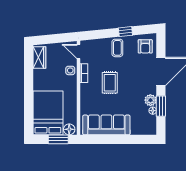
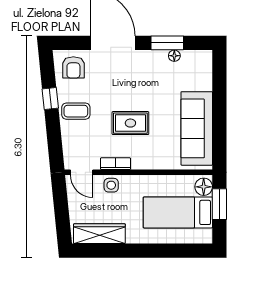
armchair: (145, 46) -> (73, 67), turned 90
door: (78, 52) -> (82, 172), hinge flipped
wardrobe: (39, 57) -> (99, 234), width x1.50
plant: (150, 100) -> (158, 59), removed
bed: (48, 113) -> (178, 212), width x0.67

